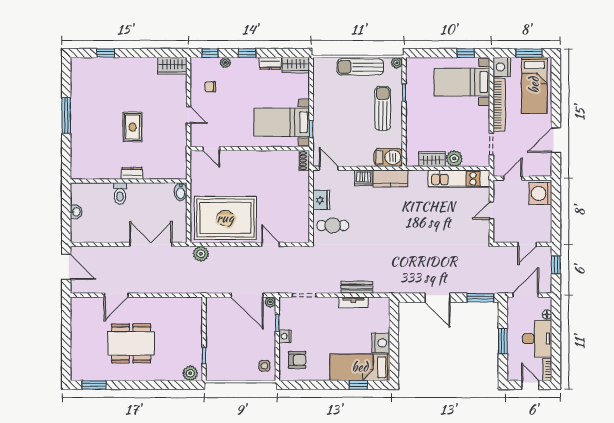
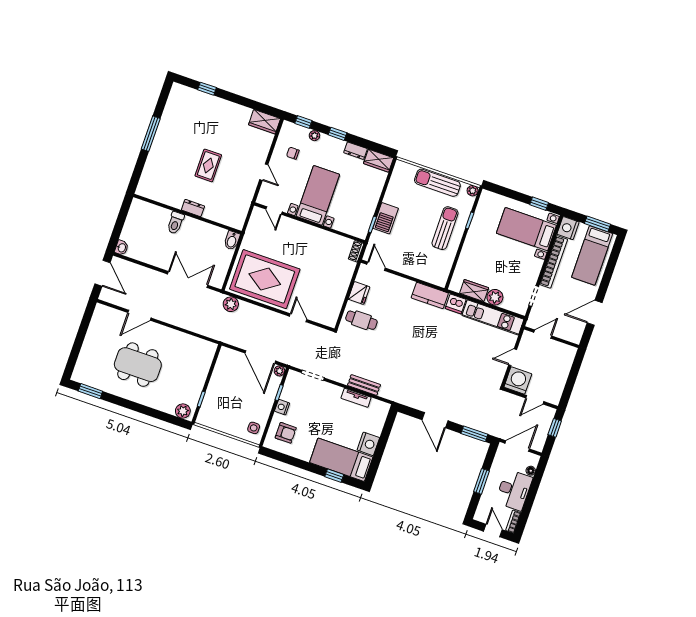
bed with nightstands: (282, 122) -> (318, 195), moved, turned 90
barbecue: (388, 157) -> (386, 218), moved, turned 90
dishwasher: (364, 178) -> (456, 304), moved
washing machine: (540, 193) -> (518, 381), moved, turned 90
washbasin: (76, 212) -> (121, 248), moved

